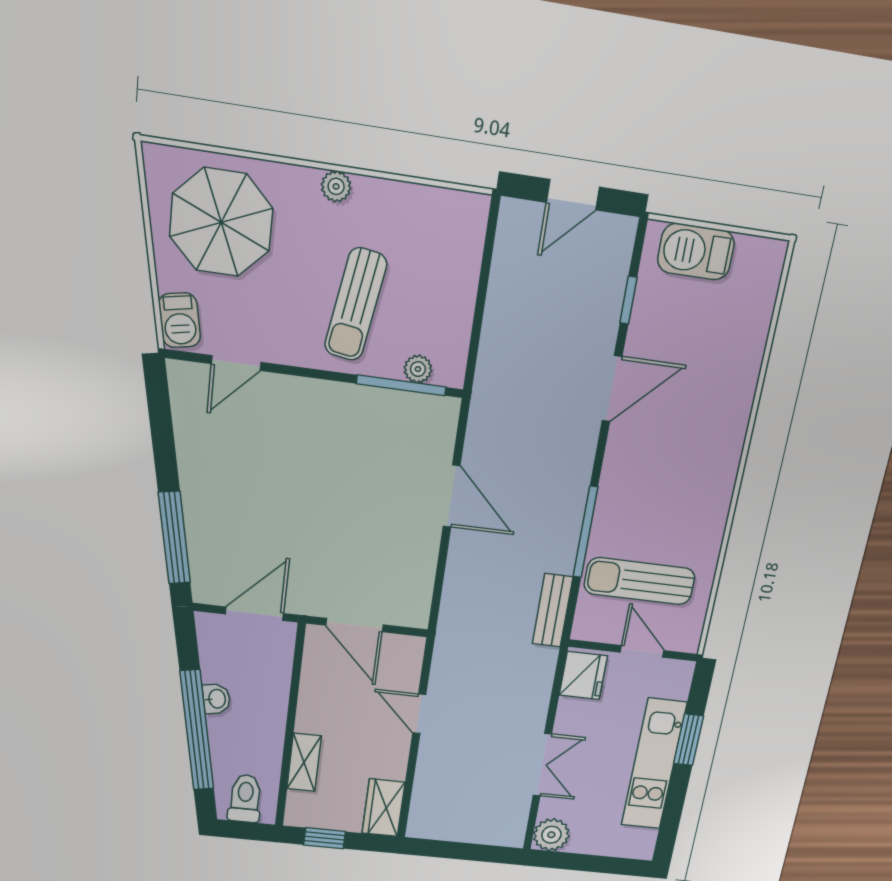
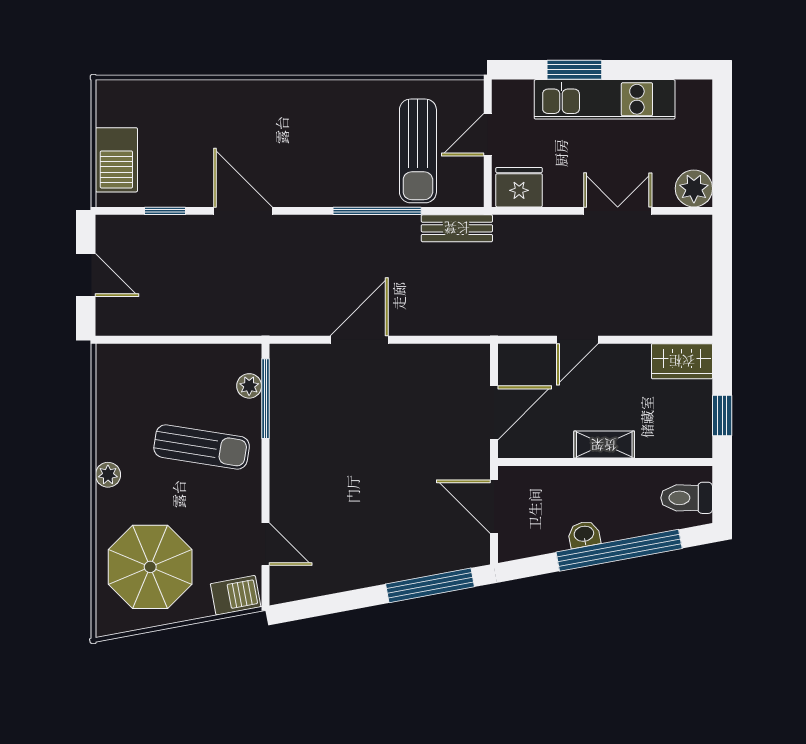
shelving: (304, 762) -> (604, 445), moved

